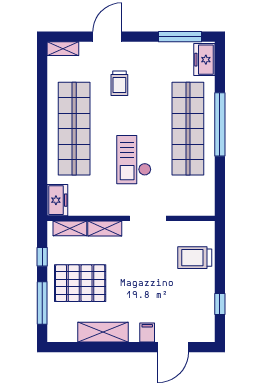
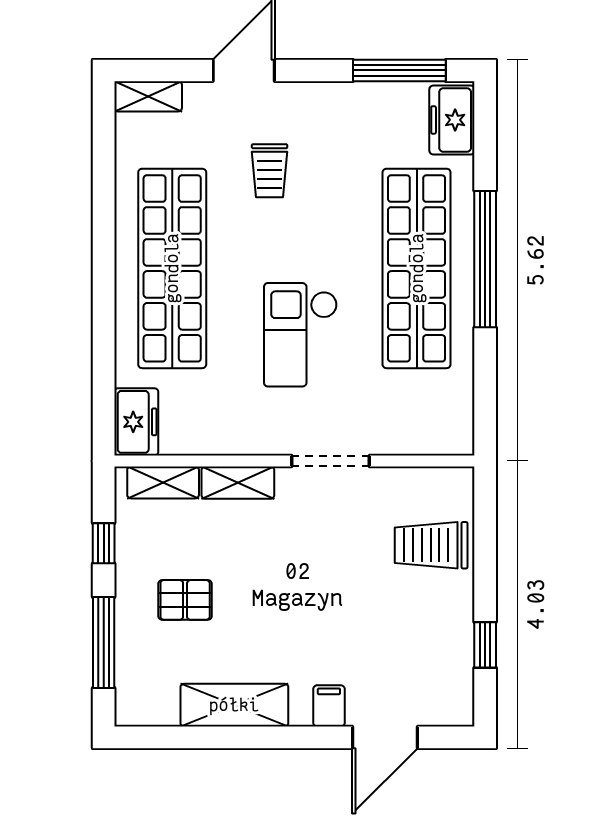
pallet: (80, 283) -> (185, 600), width x0.49, depth x0.50

